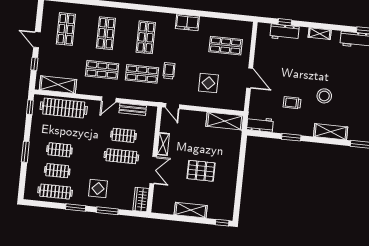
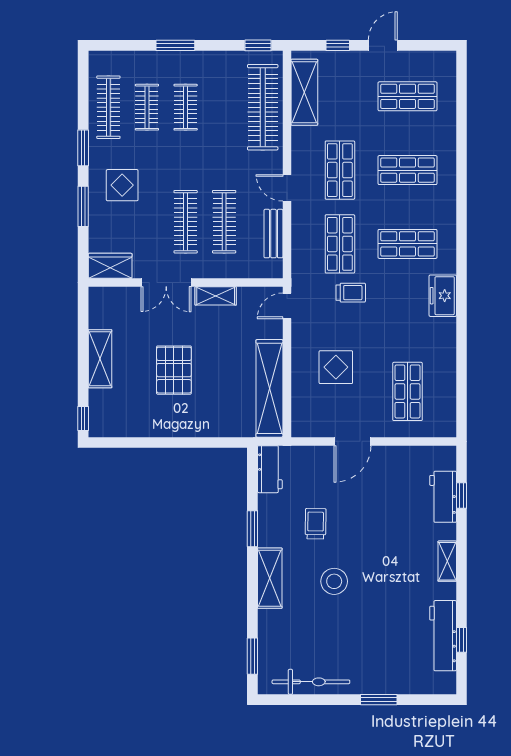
freezer: (187, 22) -> (443, 296), moved
shelving: (225, 121) -> (269, 388), width x1.47
shelving: (331, 132) -> (270, 578), moved
clothes rail: (123, 135) -> (224, 222), width x1.36

